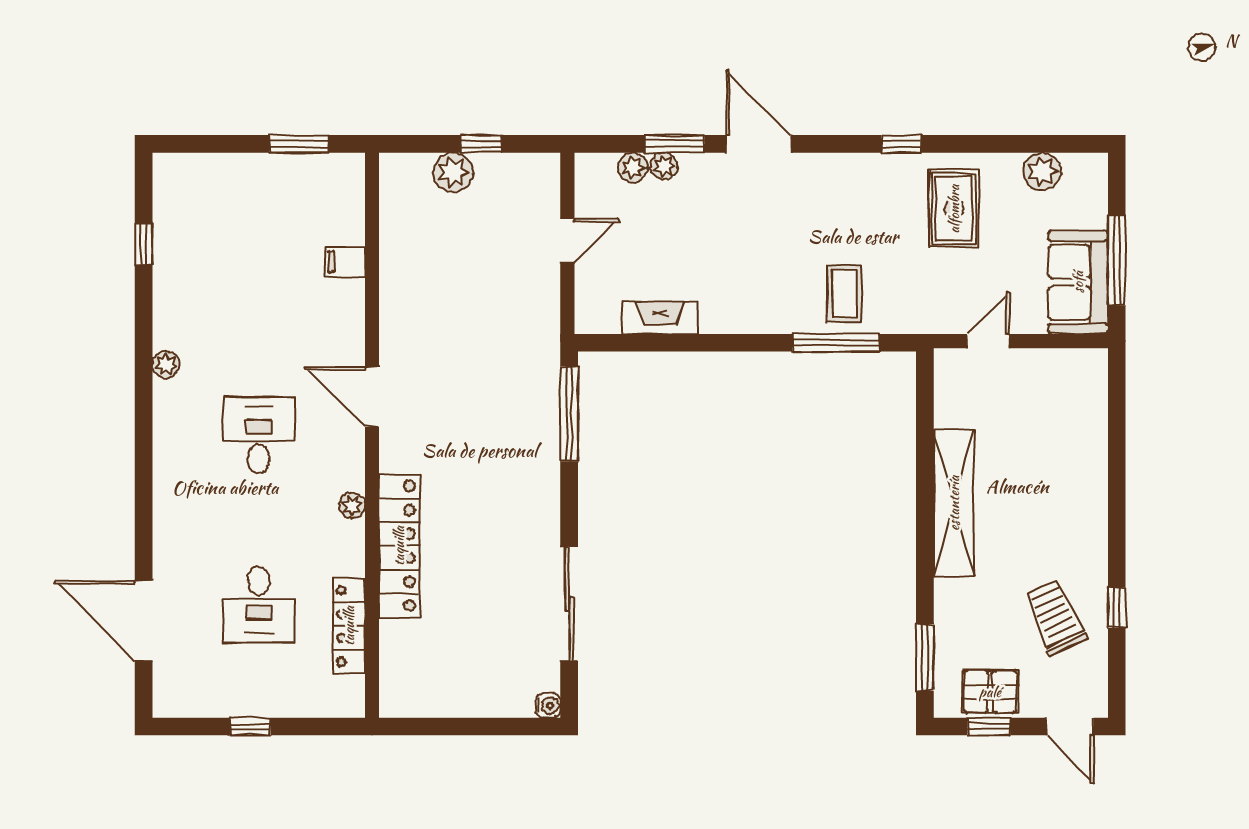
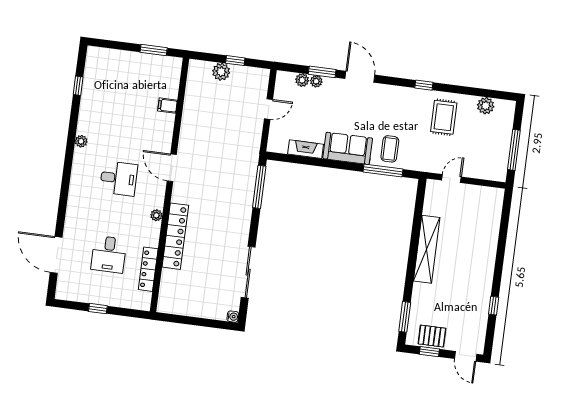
sofa: (1078, 282) -> (348, 148), moved, turned 90
desk: (259, 435) -> (119, 178), turned 90
trolley: (1055, 617) -> (465, 306), removed

